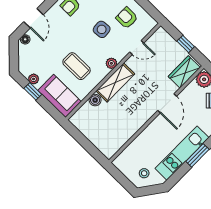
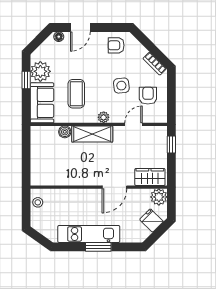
window: (186, 44) -> (171, 144), moved
door: (137, 47) -> (133, 124), swing flipped
plant: (34, 79) -> (40, 71), width x1.88, depth x1.88
stool: (144, 173) -> (38, 202), moved

